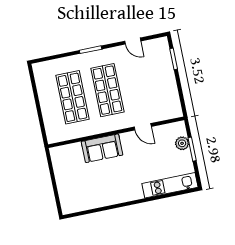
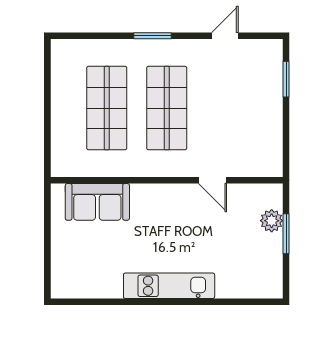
door: (133, 41) -> (225, 36), swing flipped
sofa: (102, 148) -> (97, 202), moved
kitchen unit: (170, 185) -> (169, 286), moved

